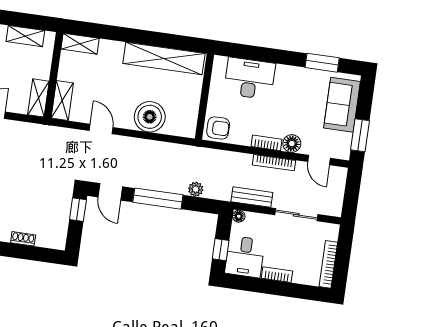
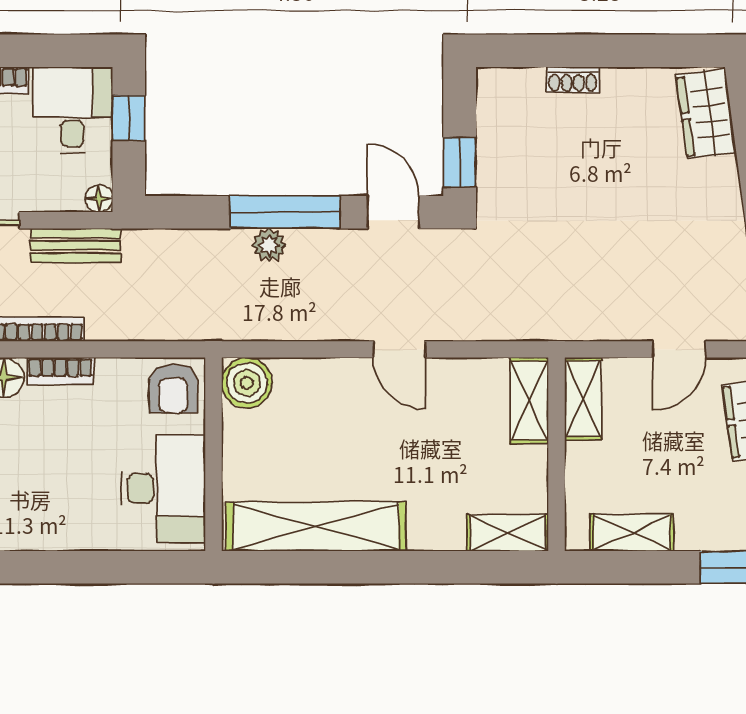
desk: (250, 79) -> (163, 489), moved, turned -90
boiler: (150, 117) -> (247, 383), moved, width x0.73, depth x0.73
armchair: (218, 128) -> (173, 389), turned -90
door: (101, 129) -> (399, 349), moved
plant: (196, 189) -> (269, 245), moved

